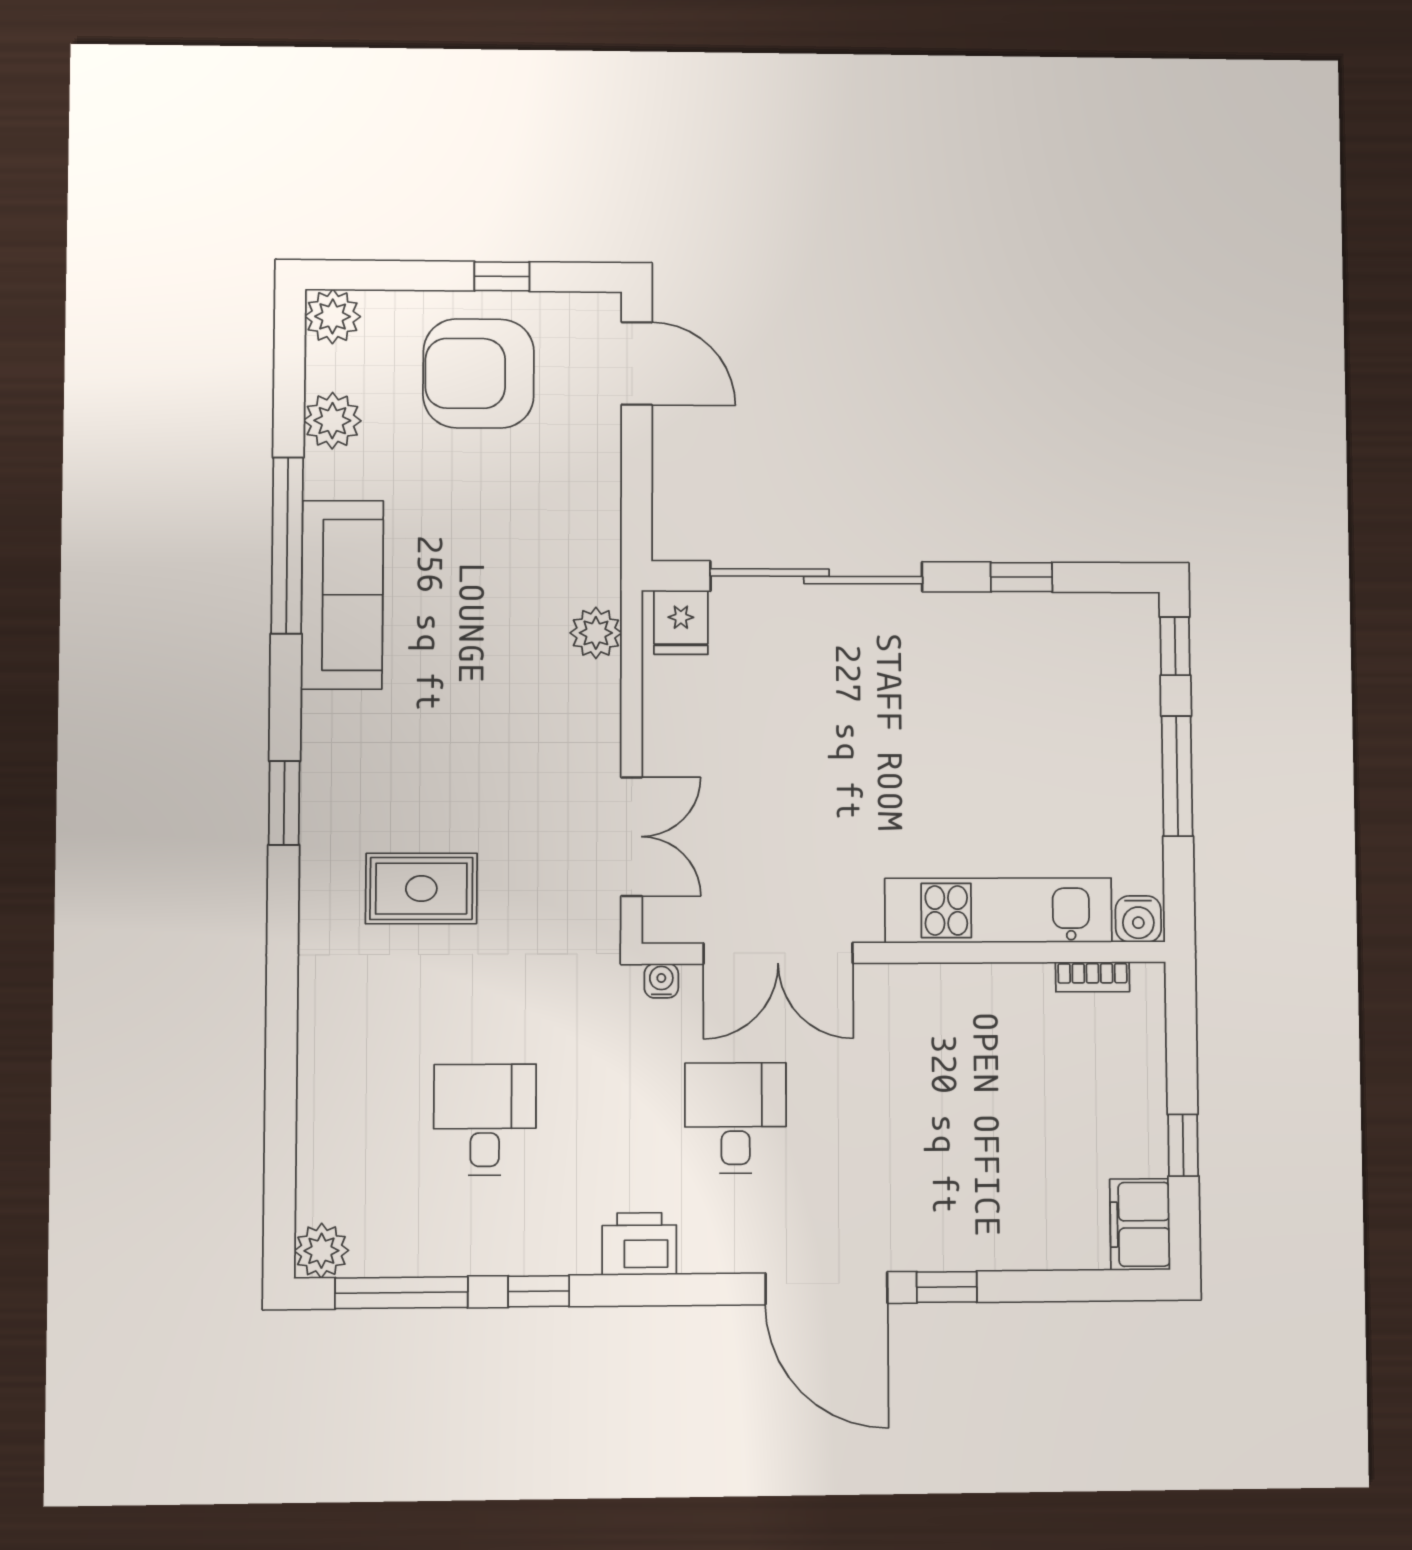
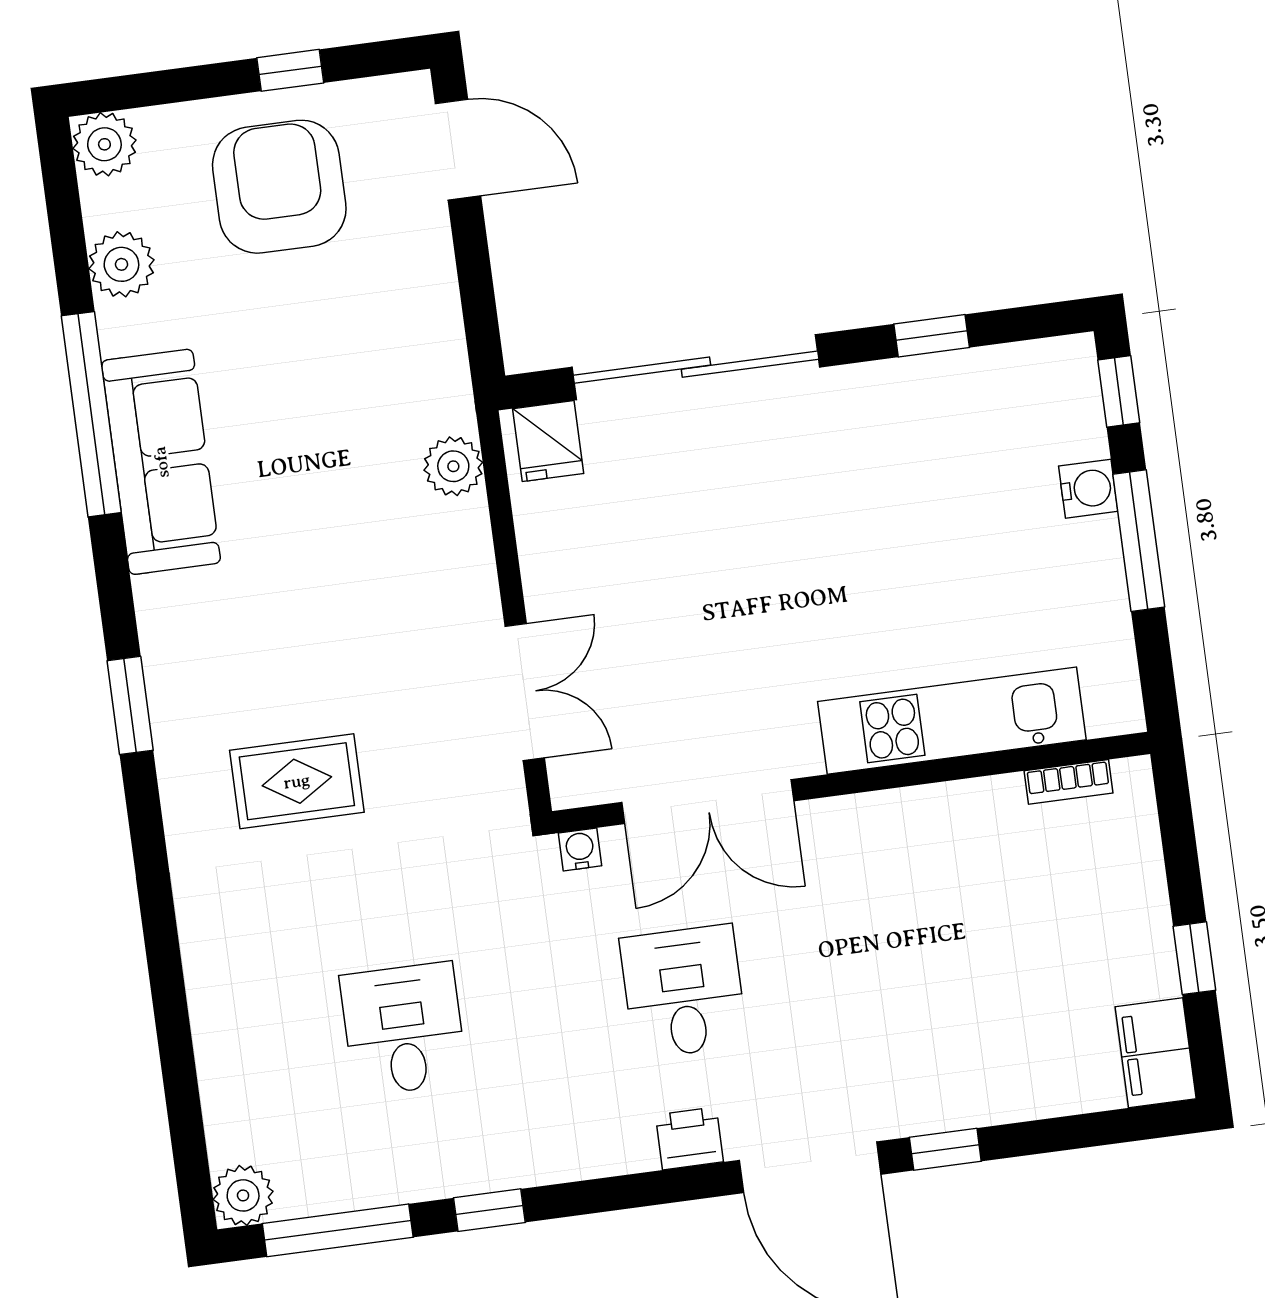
armchair: (479, 373) -> (279, 187), turned 90
water cooler: (1138, 919) -> (1088, 489), moved, turned -90
printer: (639, 1244) -> (689, 1138), moved, width x0.73, depth x0.81

